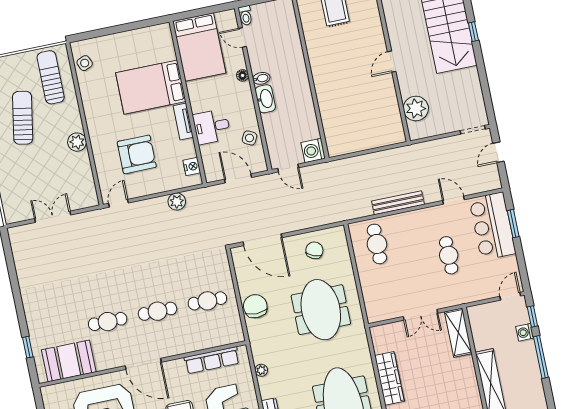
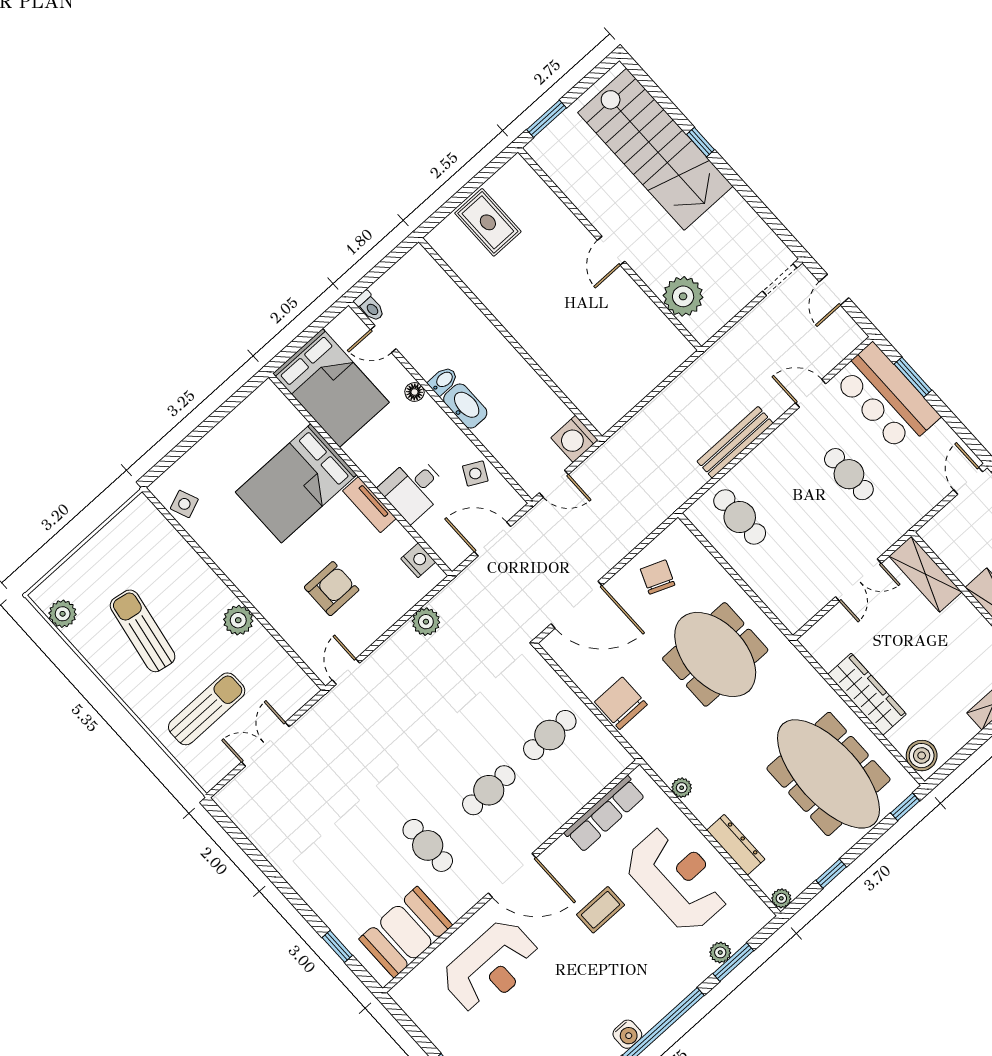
sun lounger: (51, 77) -> (207, 709), moved, turned 90
armchair: (137, 154) -> (332, 589), width x0.73, depth x0.73
cafe table: (108, 322) -> (428, 845), turned 90

